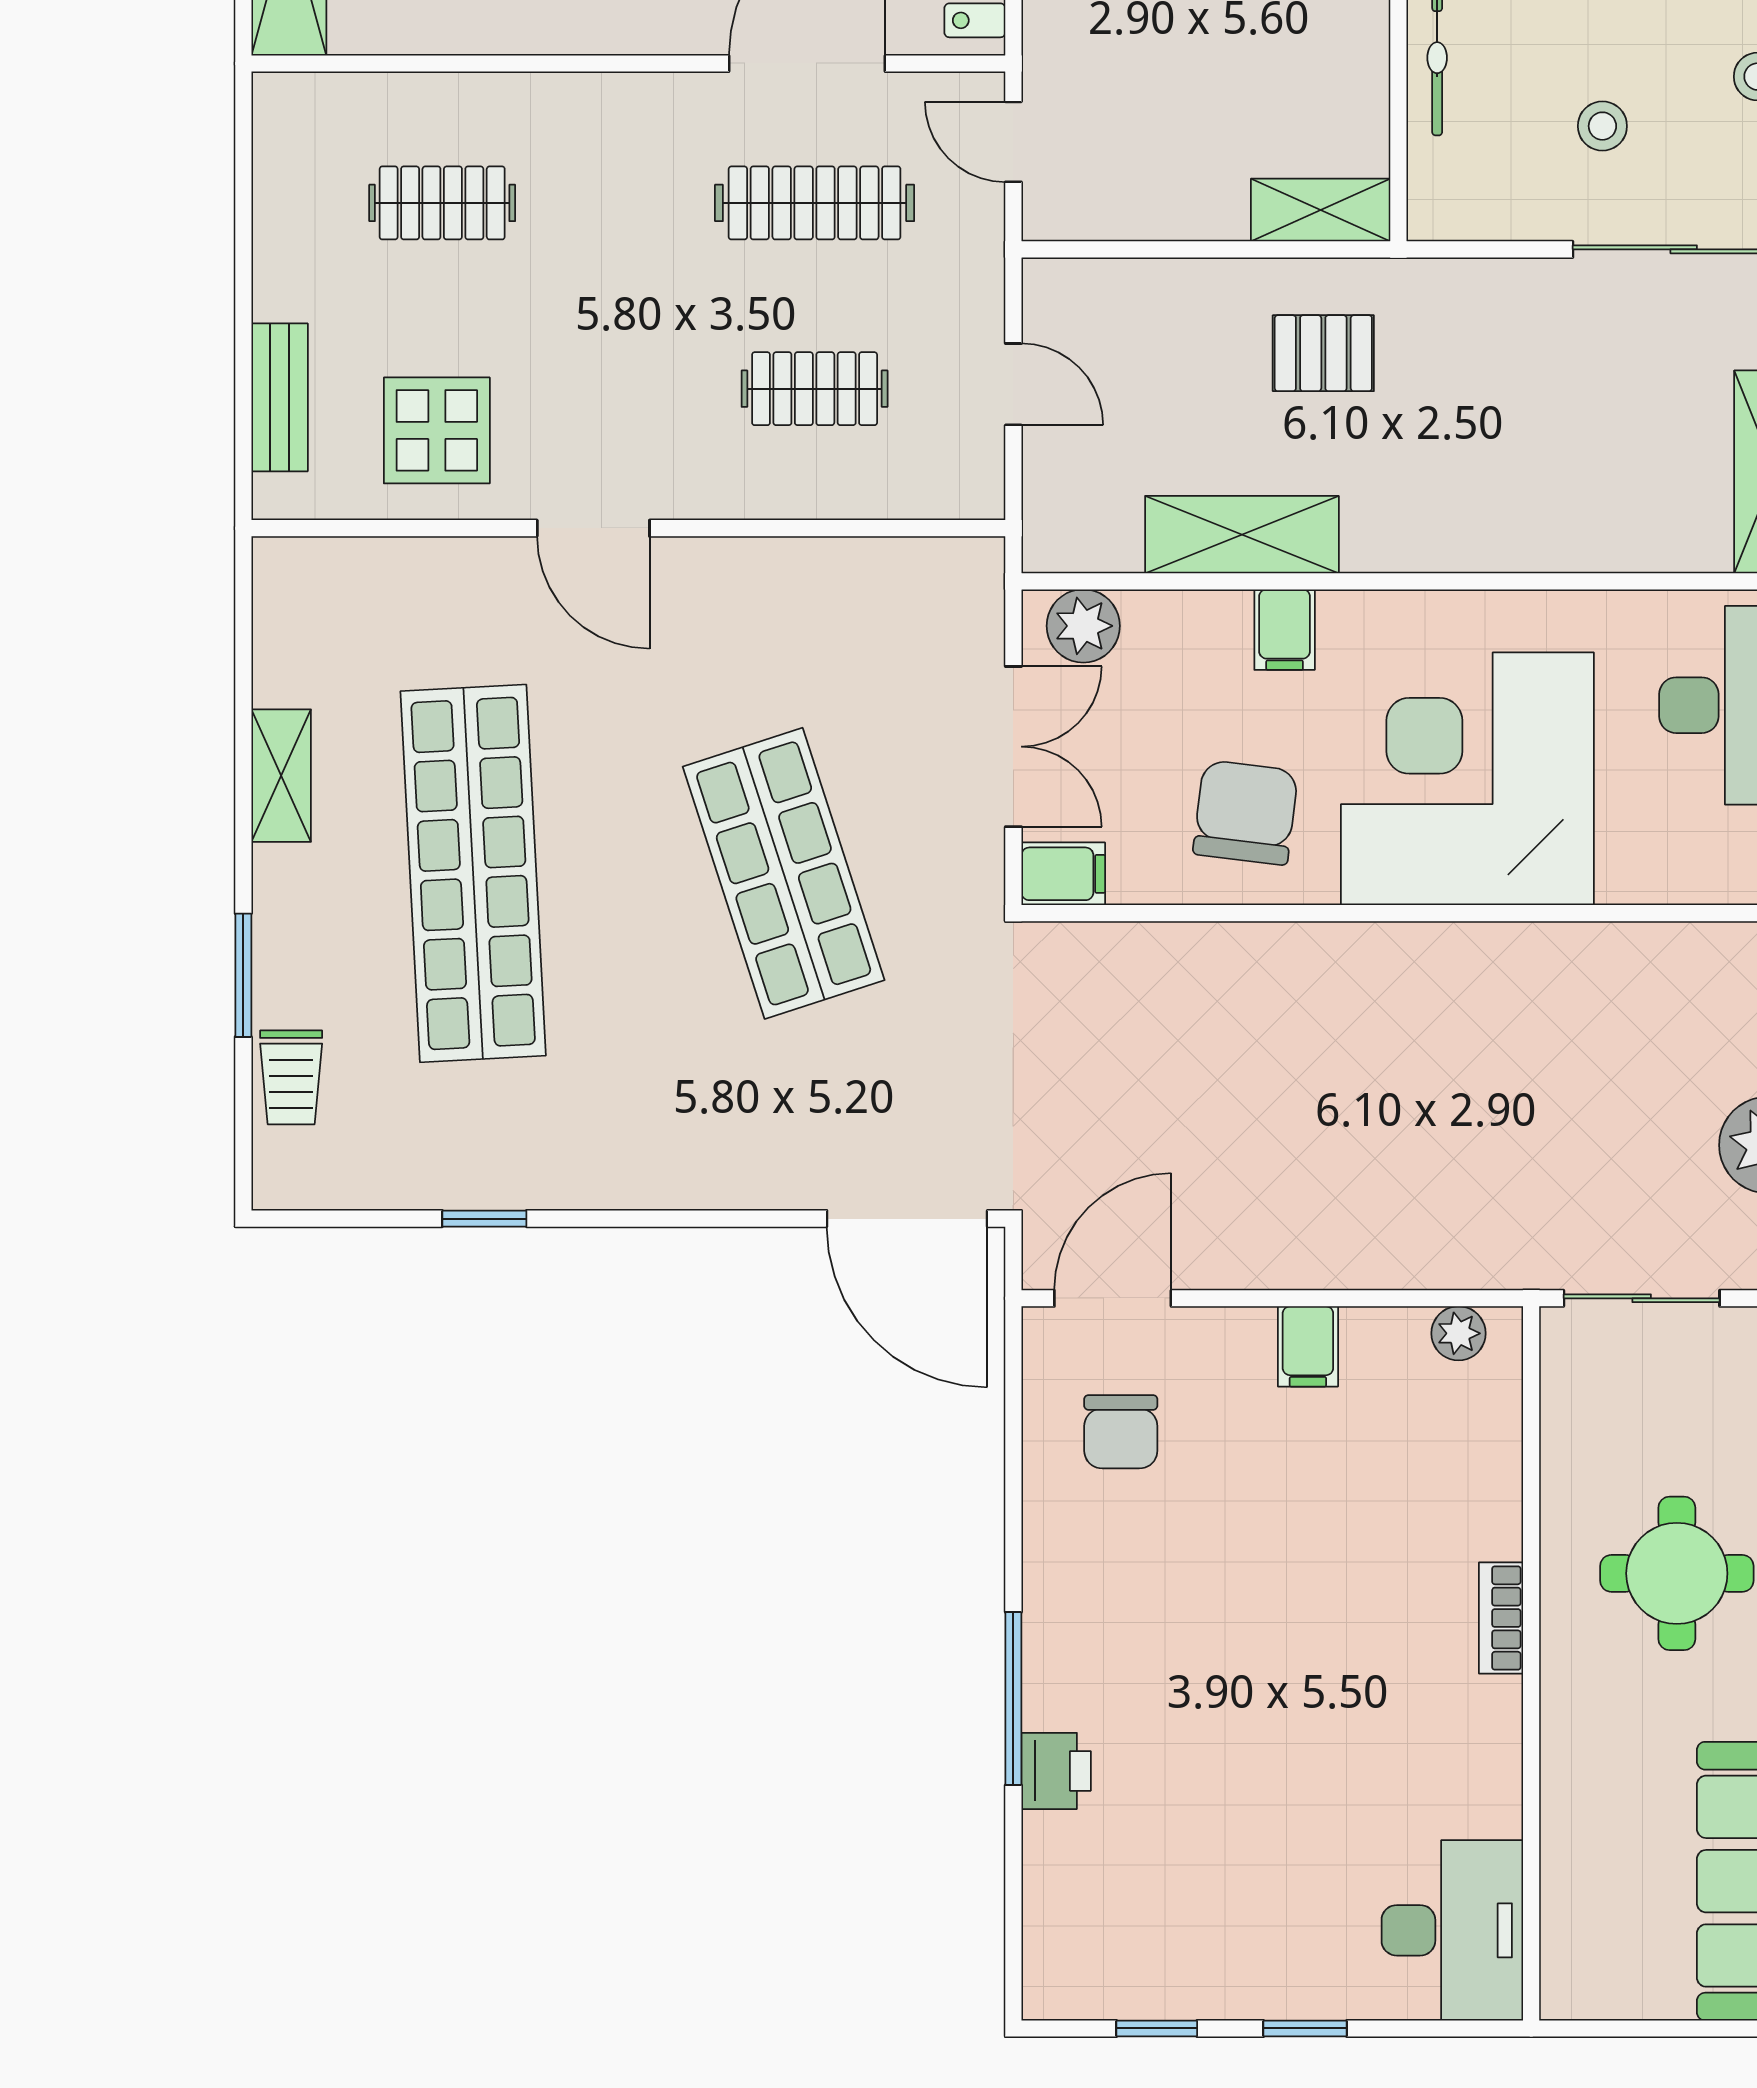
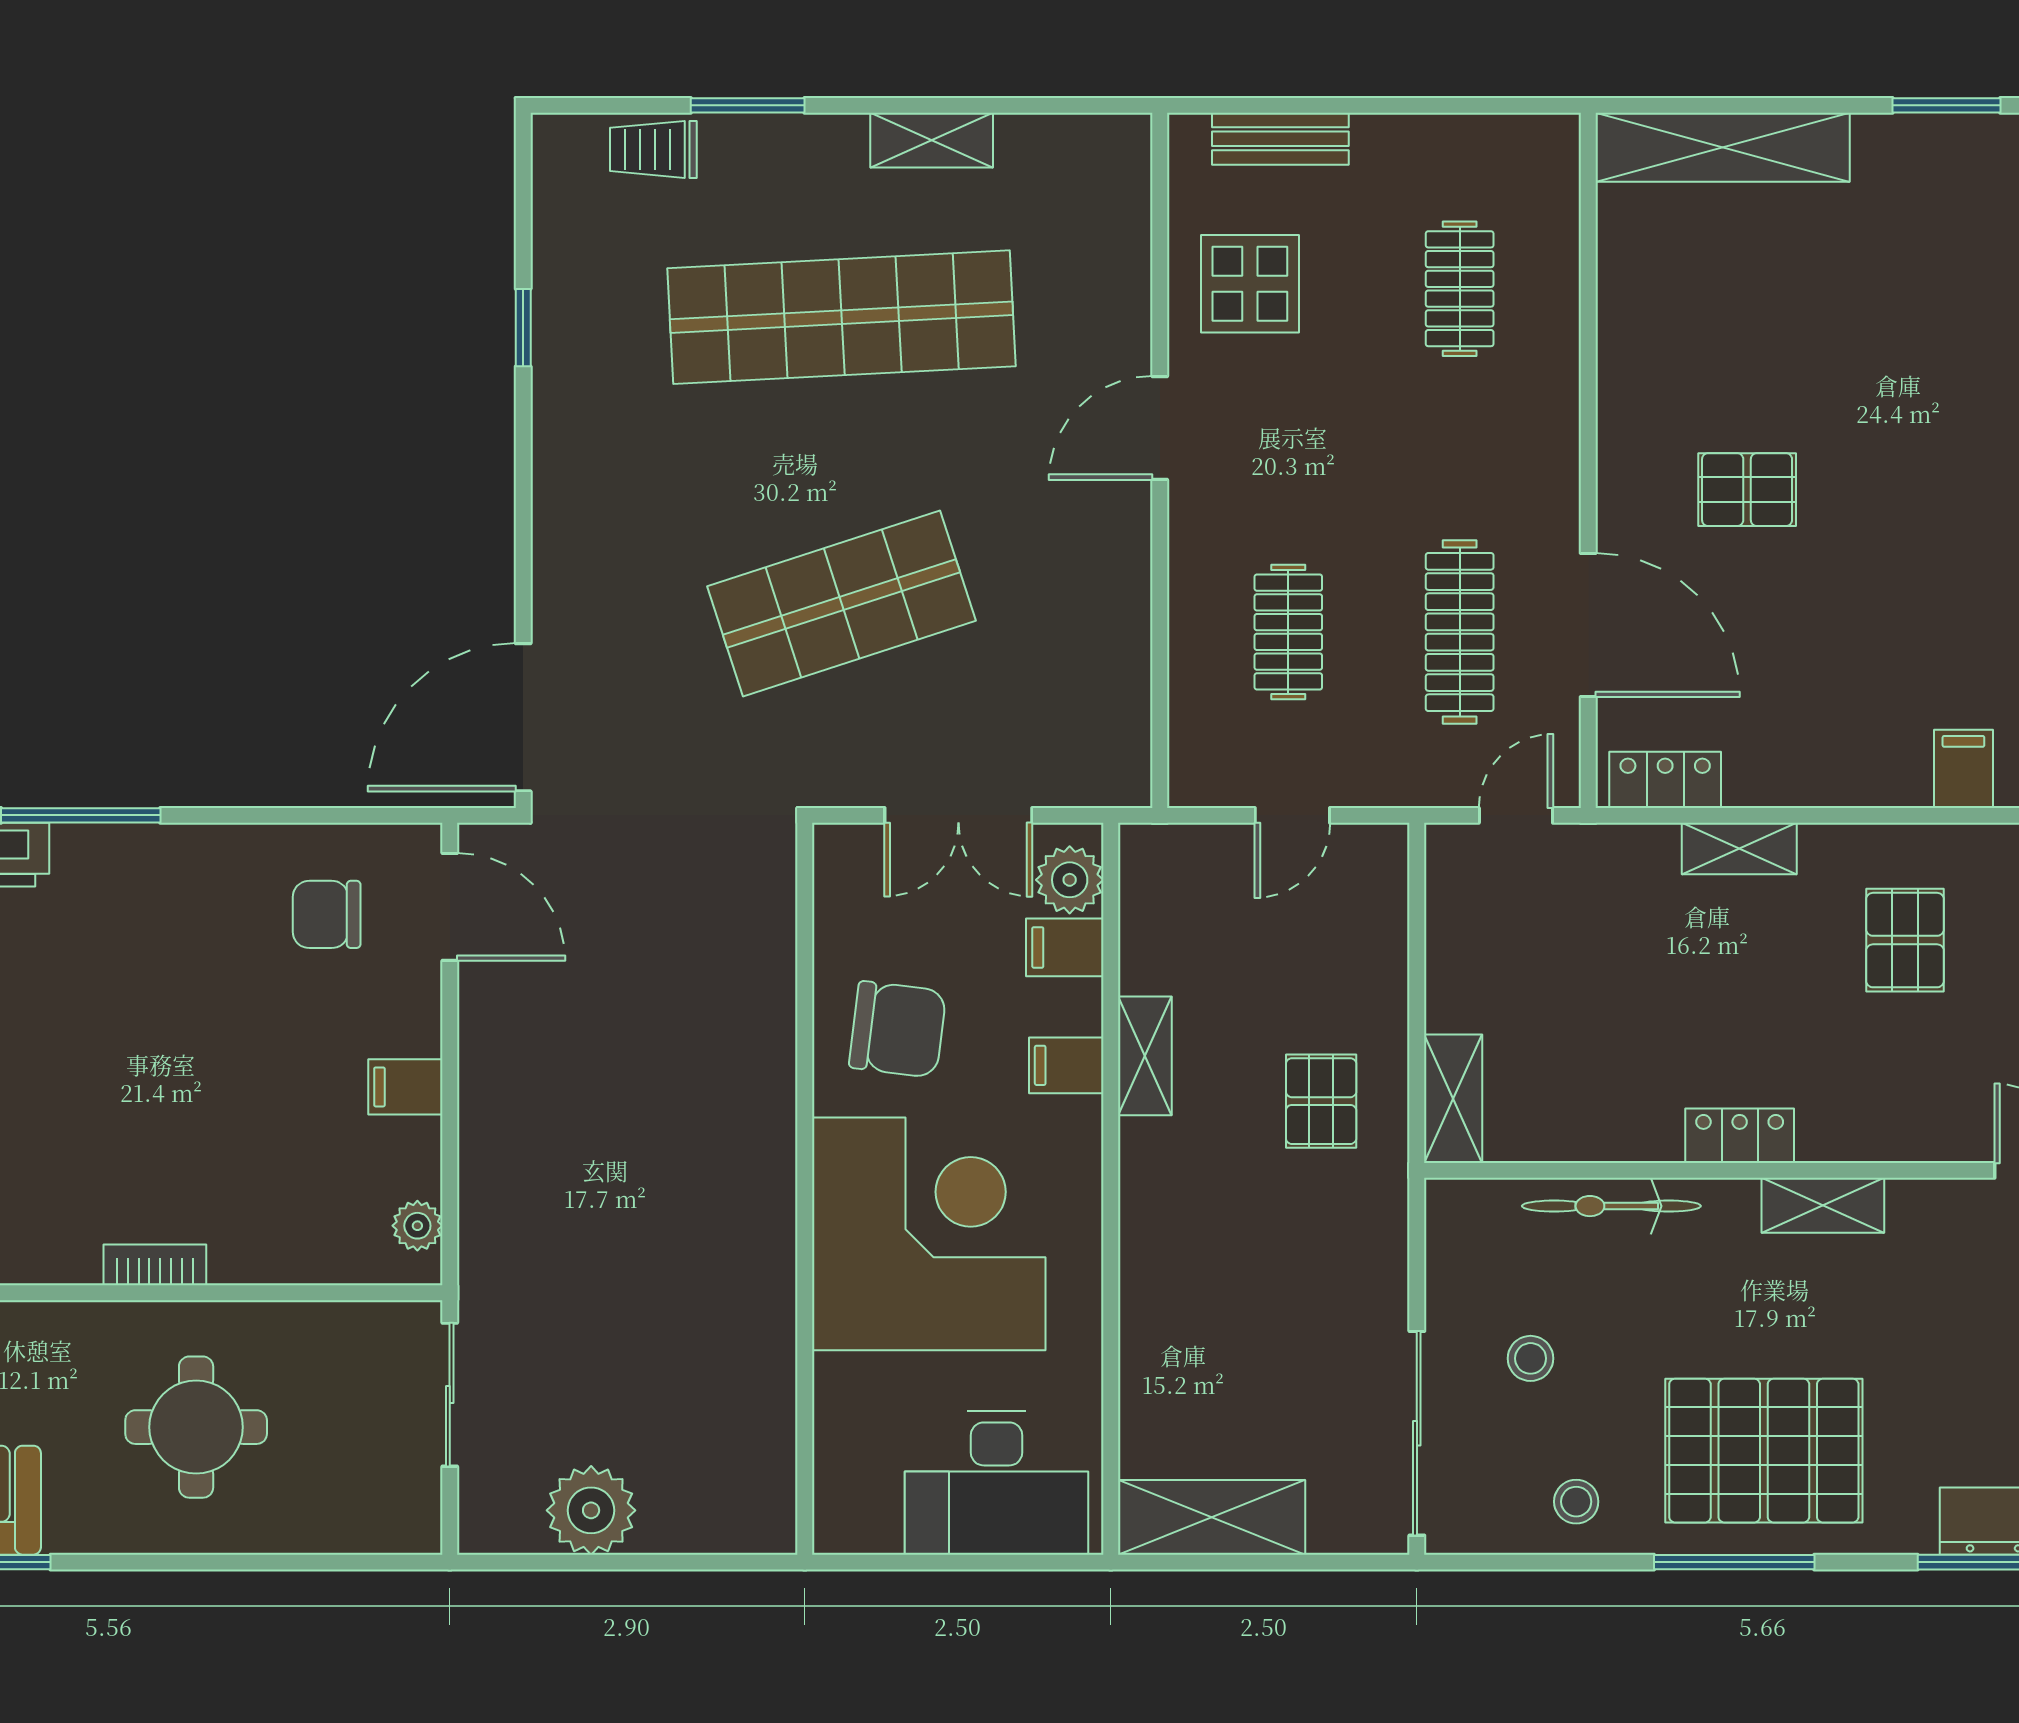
shelving: (1242, 535) -> (1145, 1056), width x0.67, depth x0.75
filing cabinet: (1063, 874) -> (1065, 947), moved, turned 90

